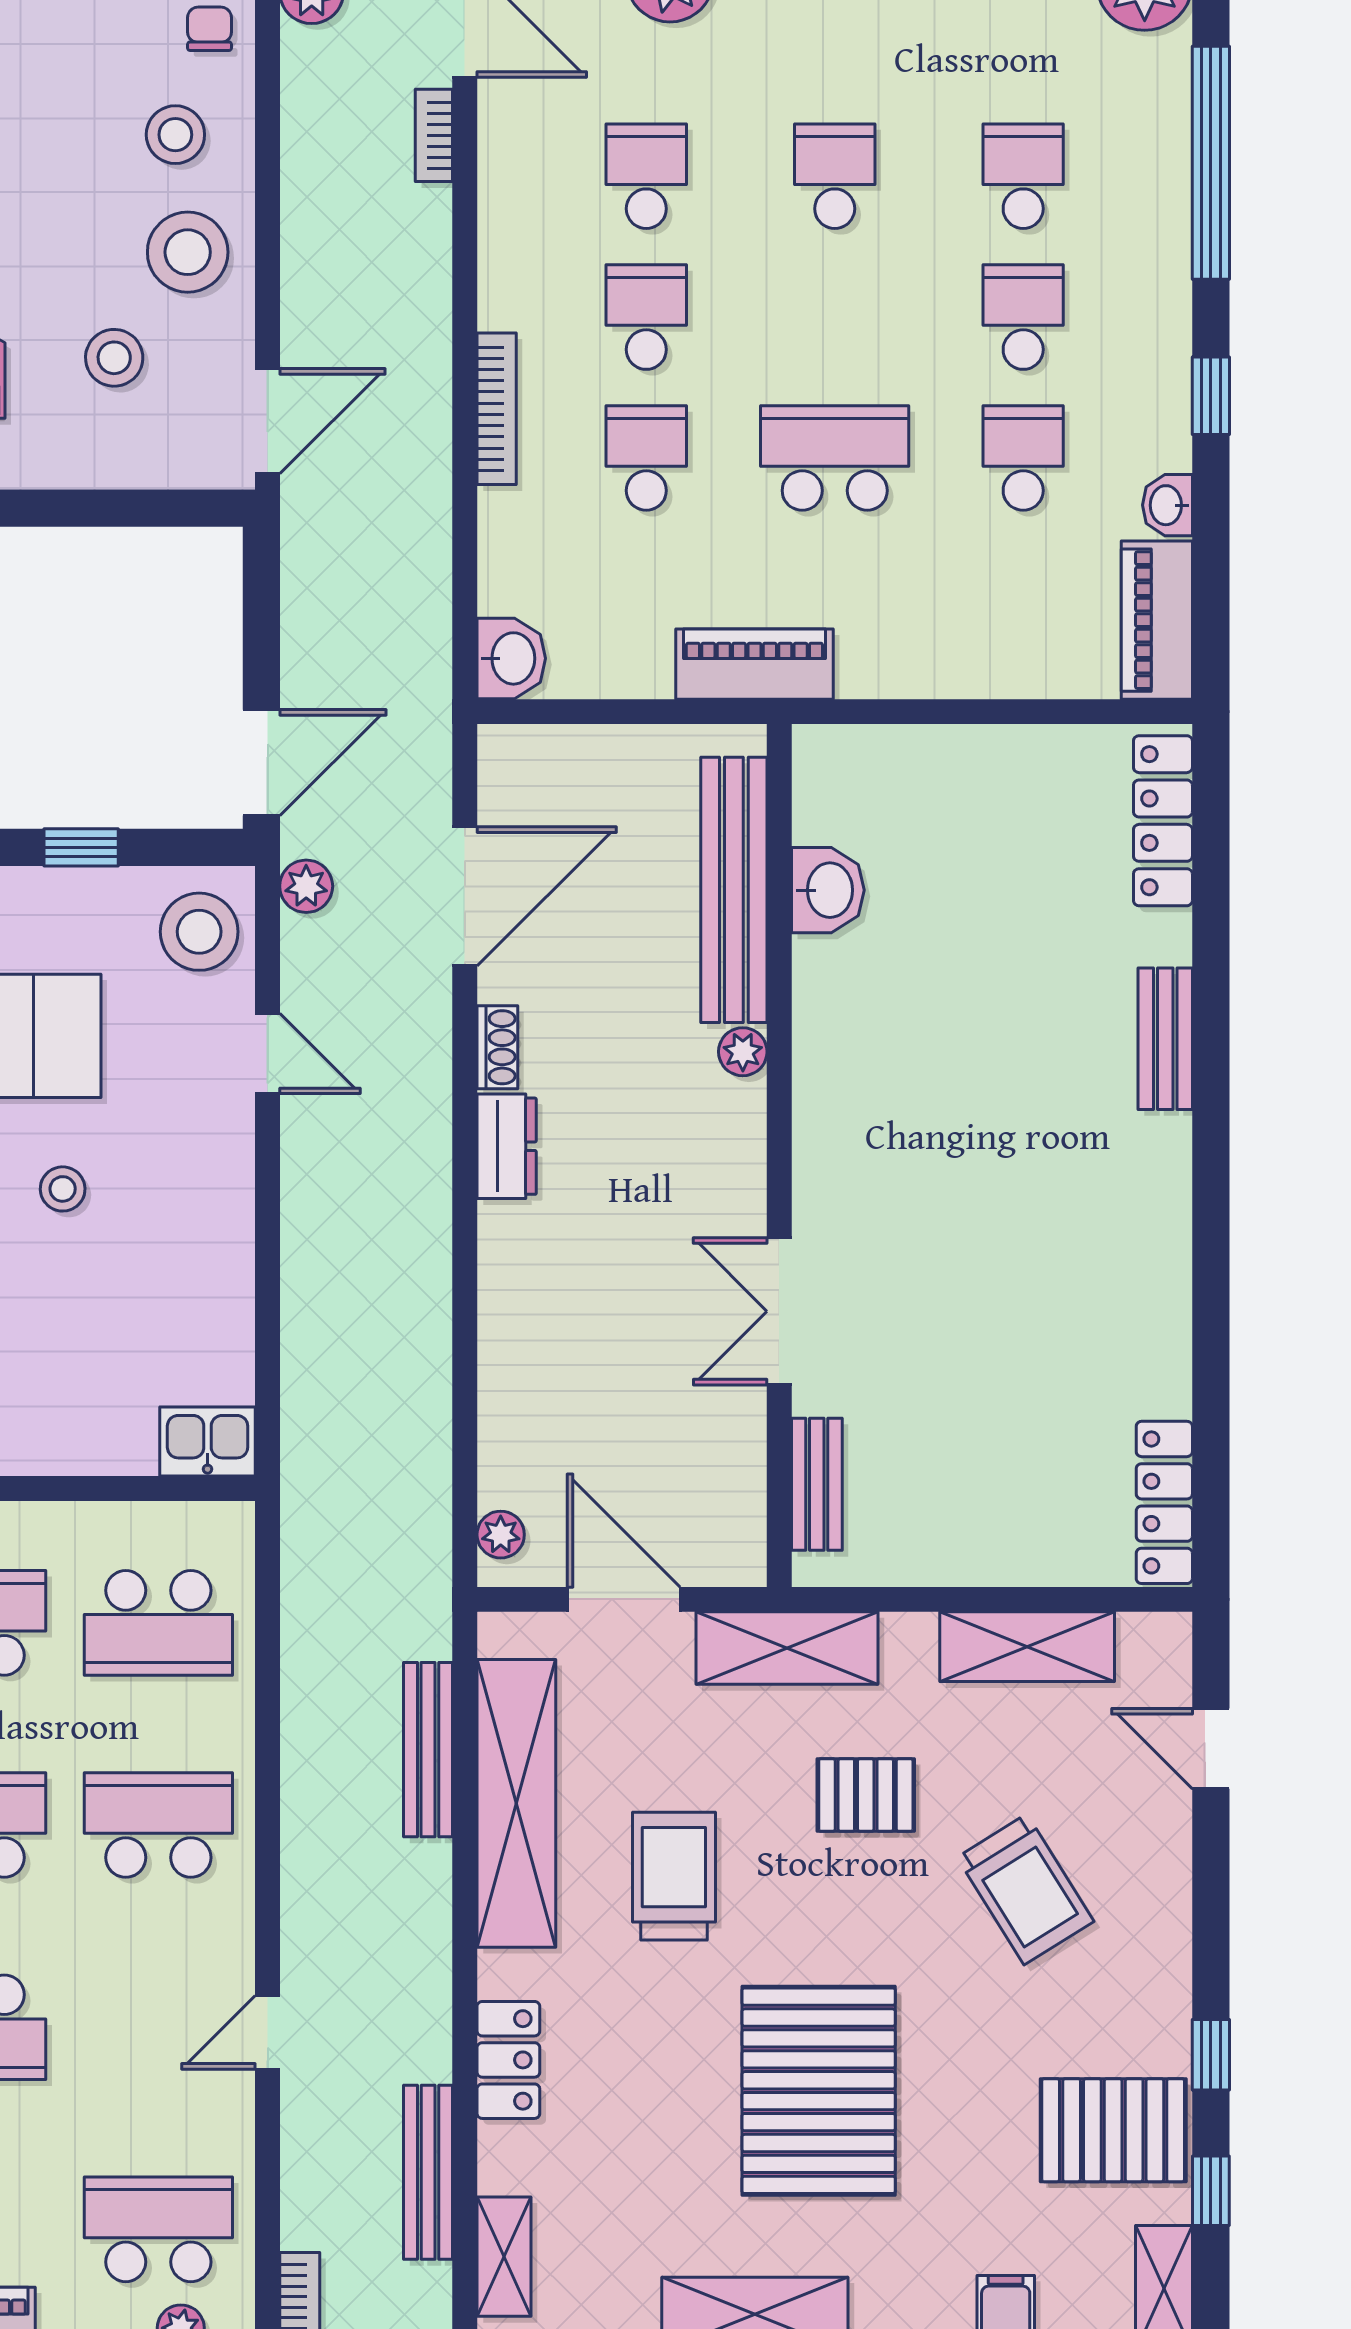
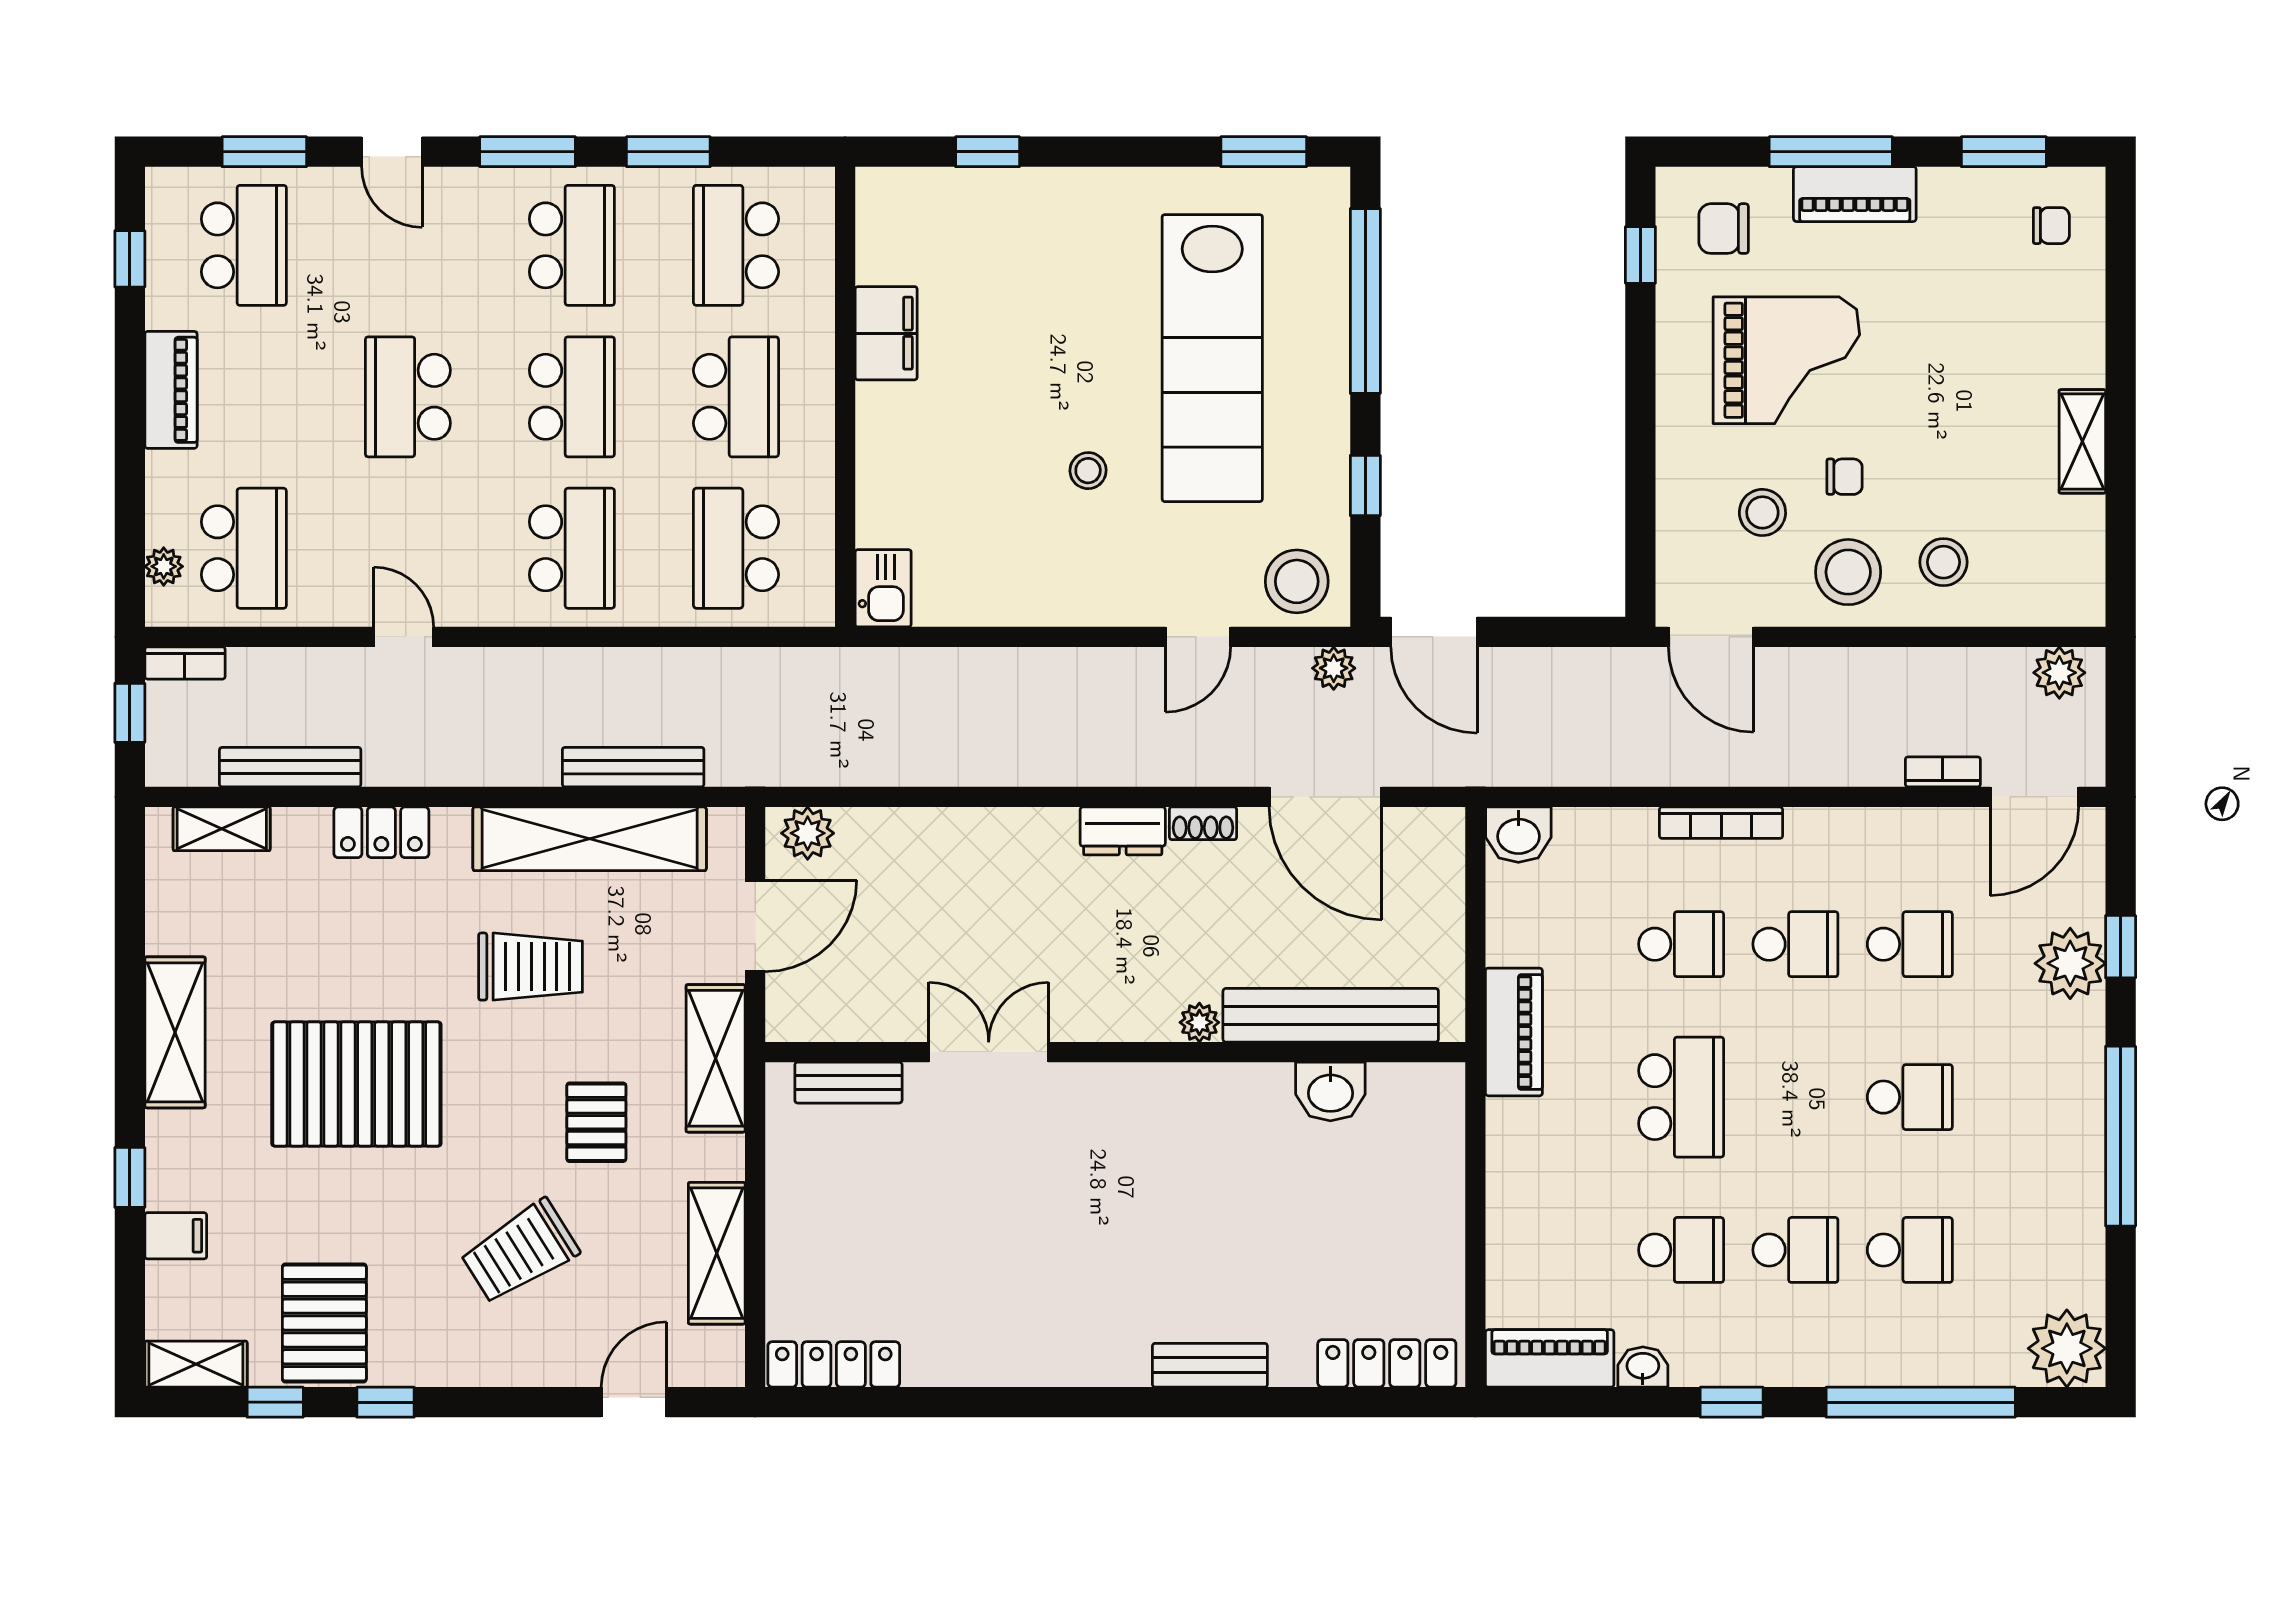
chair: (209, 29) -> (1845, 477), moved
plant: (501, 1535) -> (808, 833), width x1.38, depth x1.38

